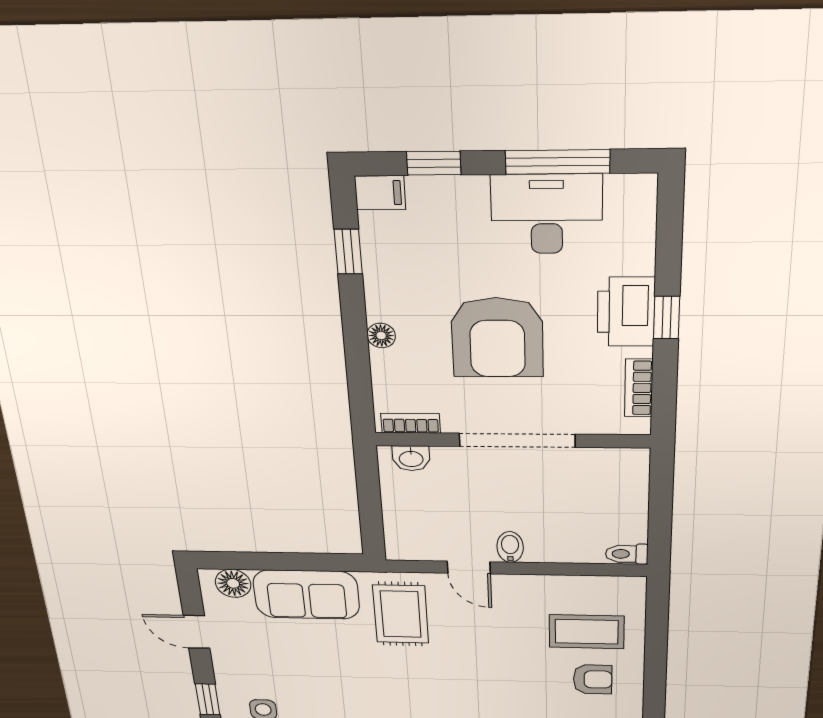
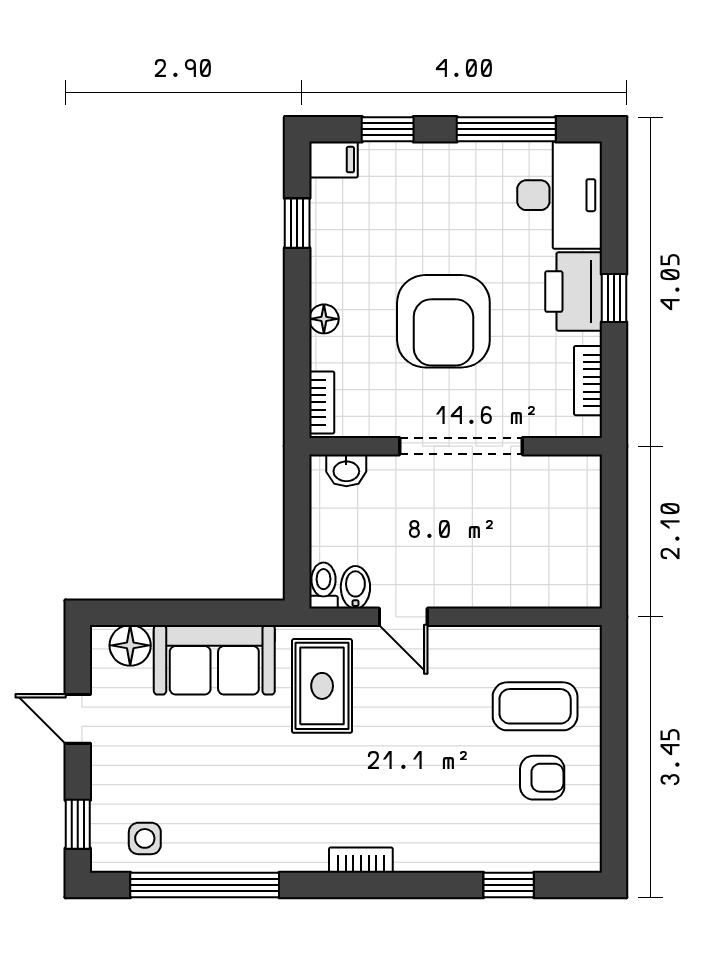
desk: (547, 214) -> (560, 195), moved, turned 90
bookcase: (411, 423) -> (322, 402), moved, turned 90
bidet: (510, 547) -> (355, 587), moved
toilet: (627, 554) -> (323, 586), moved, turned 90

